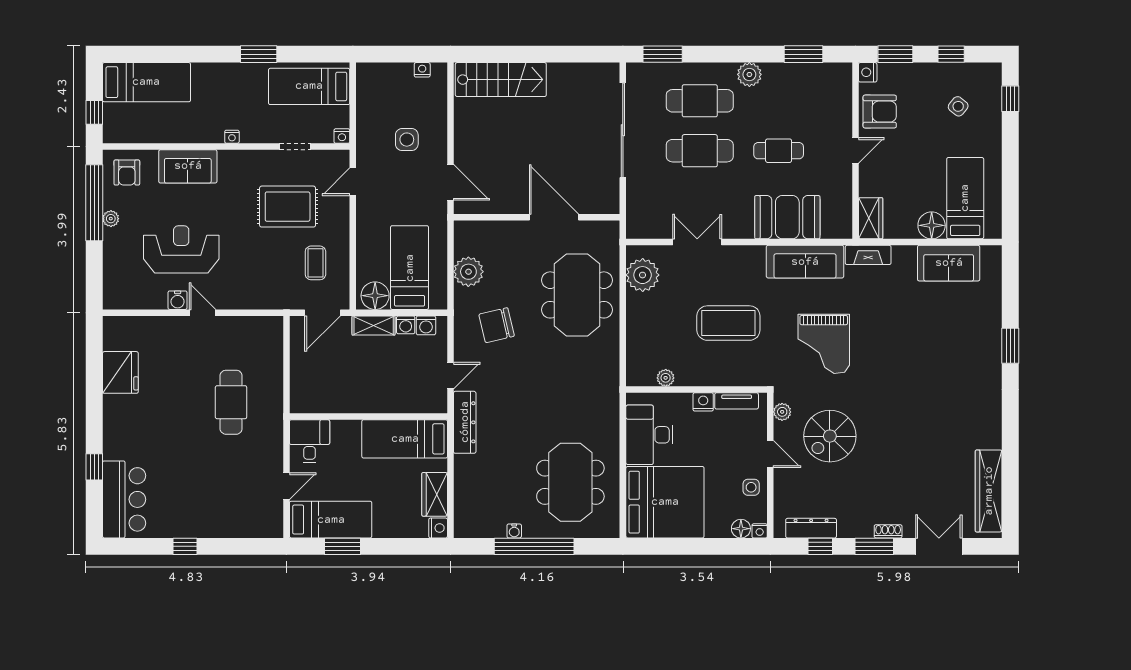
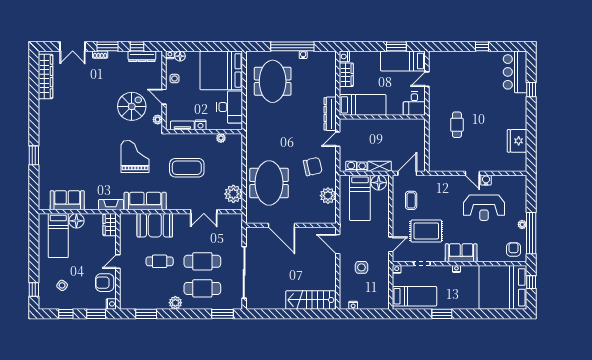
bed: (146, 82) -> (503, 287), width x2.04
sofa: (188, 166) -> (461, 253), moved
cafe table: (231, 402) -> (457, 125), width x0.73, depth x0.74

